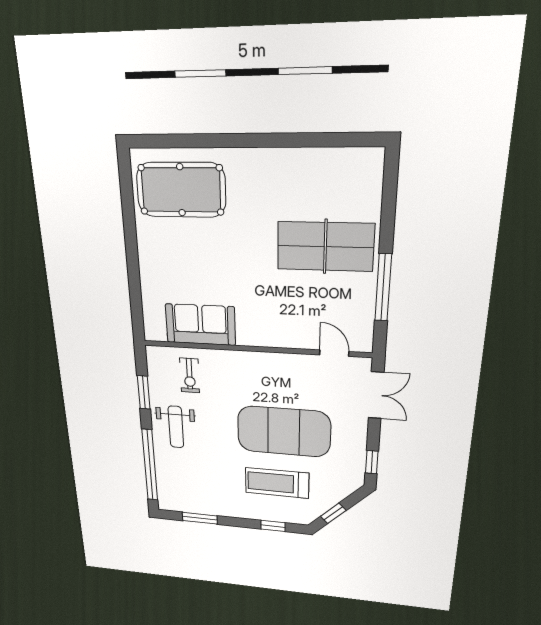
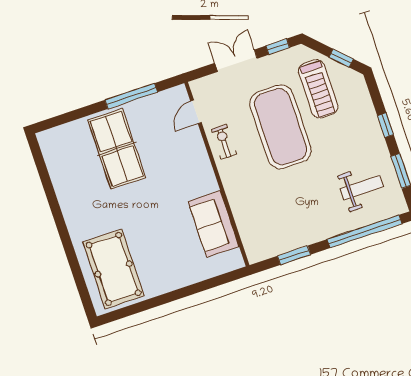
exercise bike: (190, 375) -> (224, 142), moved, turned -90
double door: (376, 395) -> (236, 61), moved
weight bench: (176, 427) -> (362, 188), moved
treadmill: (277, 483) -> (318, 89), moved
window: (273, 526) -> (385, 125), moved

